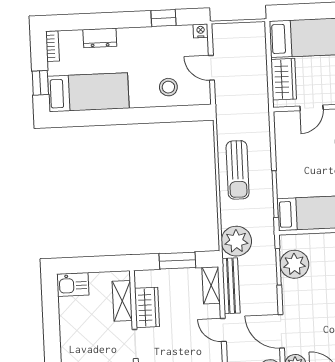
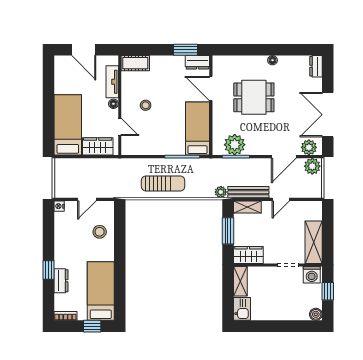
window: (164, 18) -> (48, 270), moved
plant: (236, 241) -> (221, 192), width x0.53, depth x0.53
shelving: (122, 301) -> (240, 281), moved, turned 90
wardrobe: (147, 307) -> (248, 255), moved

